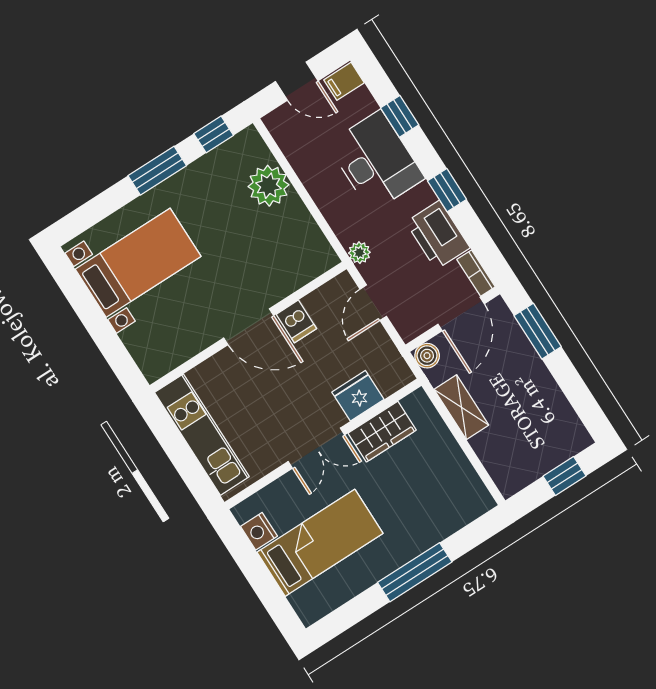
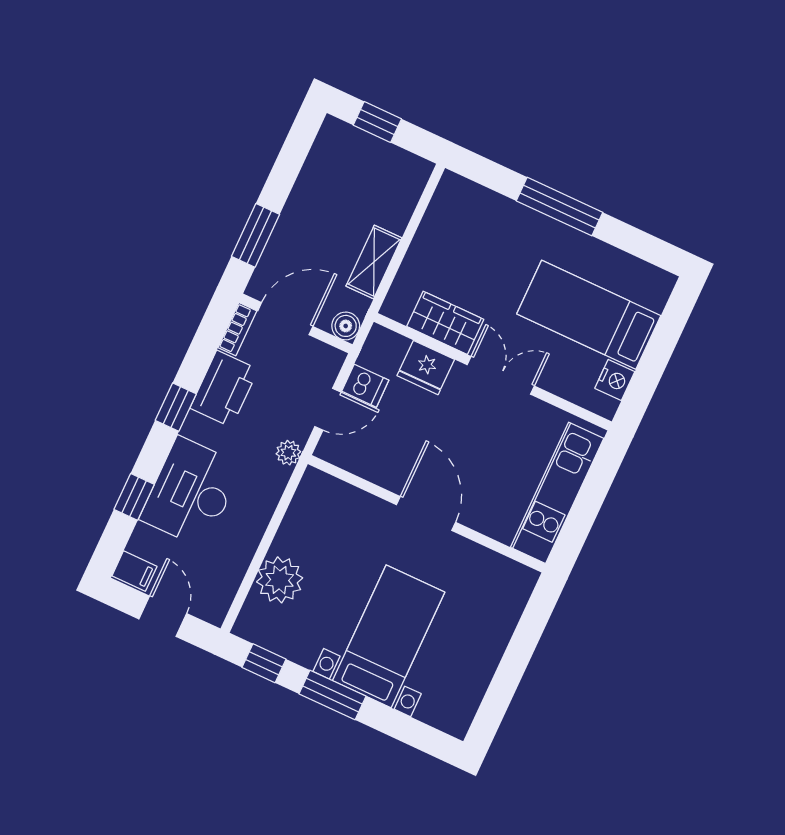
bed with nightstands: (138, 263) -> (389, 636), moved, turned 90
dishwasher: (296, 321) -> (365, 386), moved, turned 90

